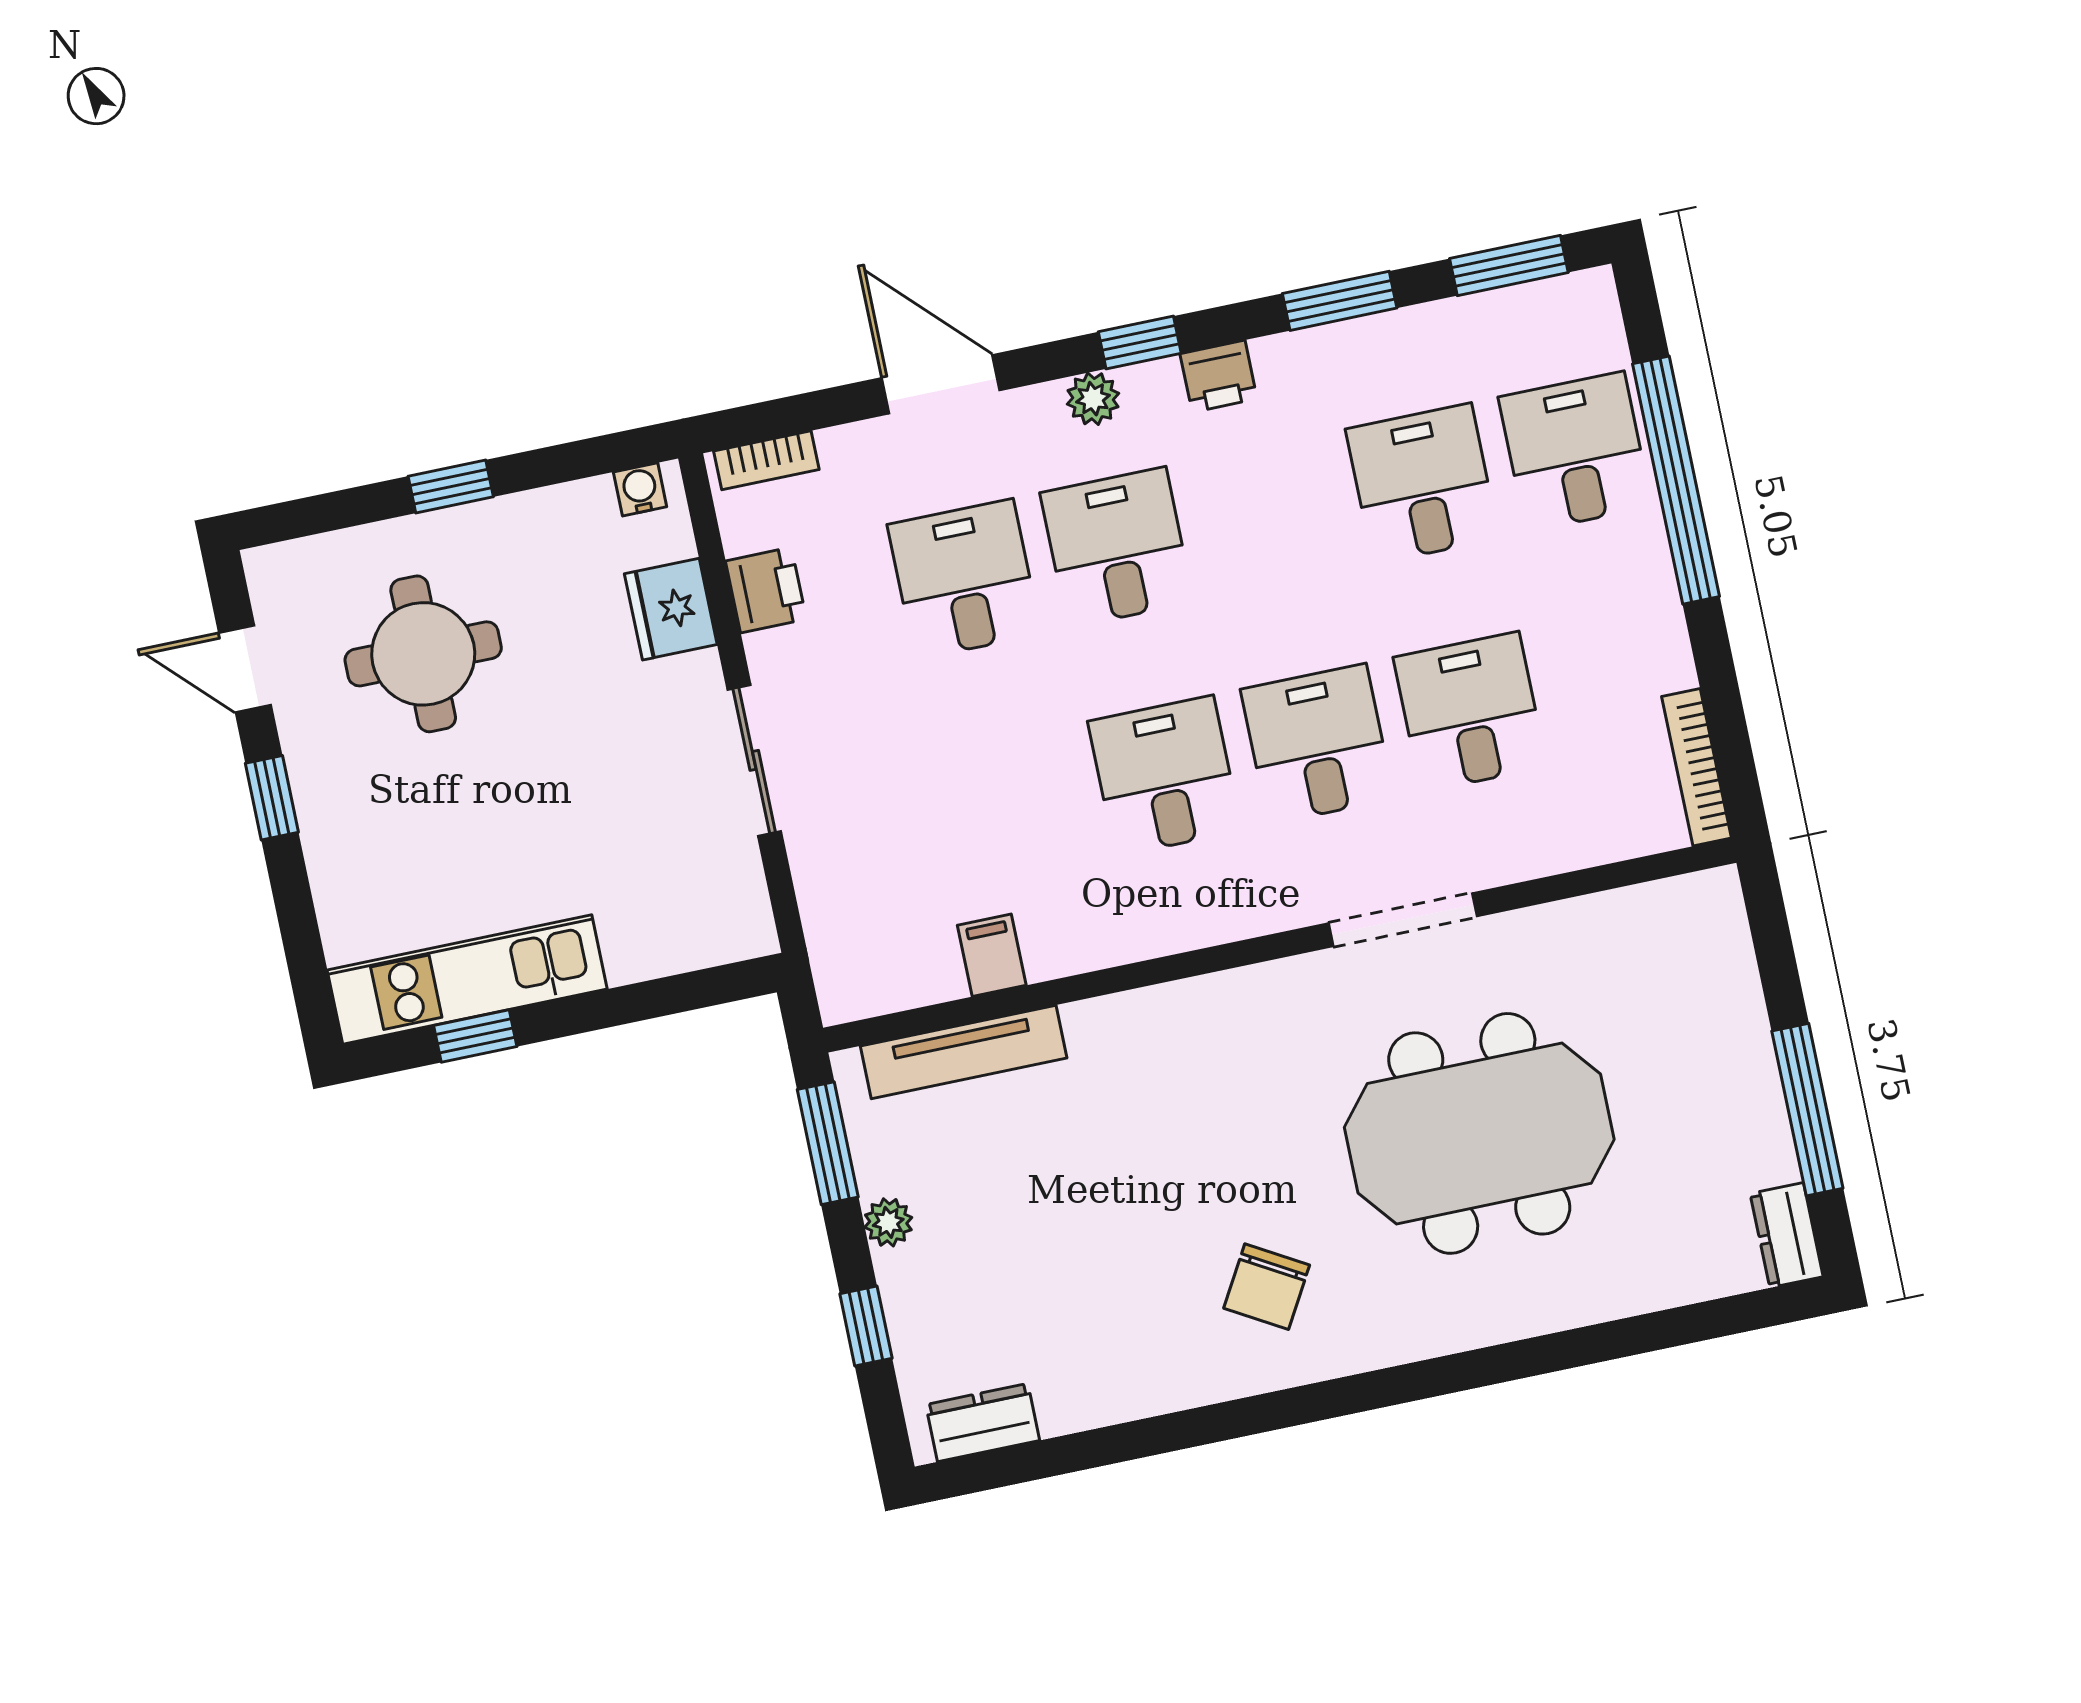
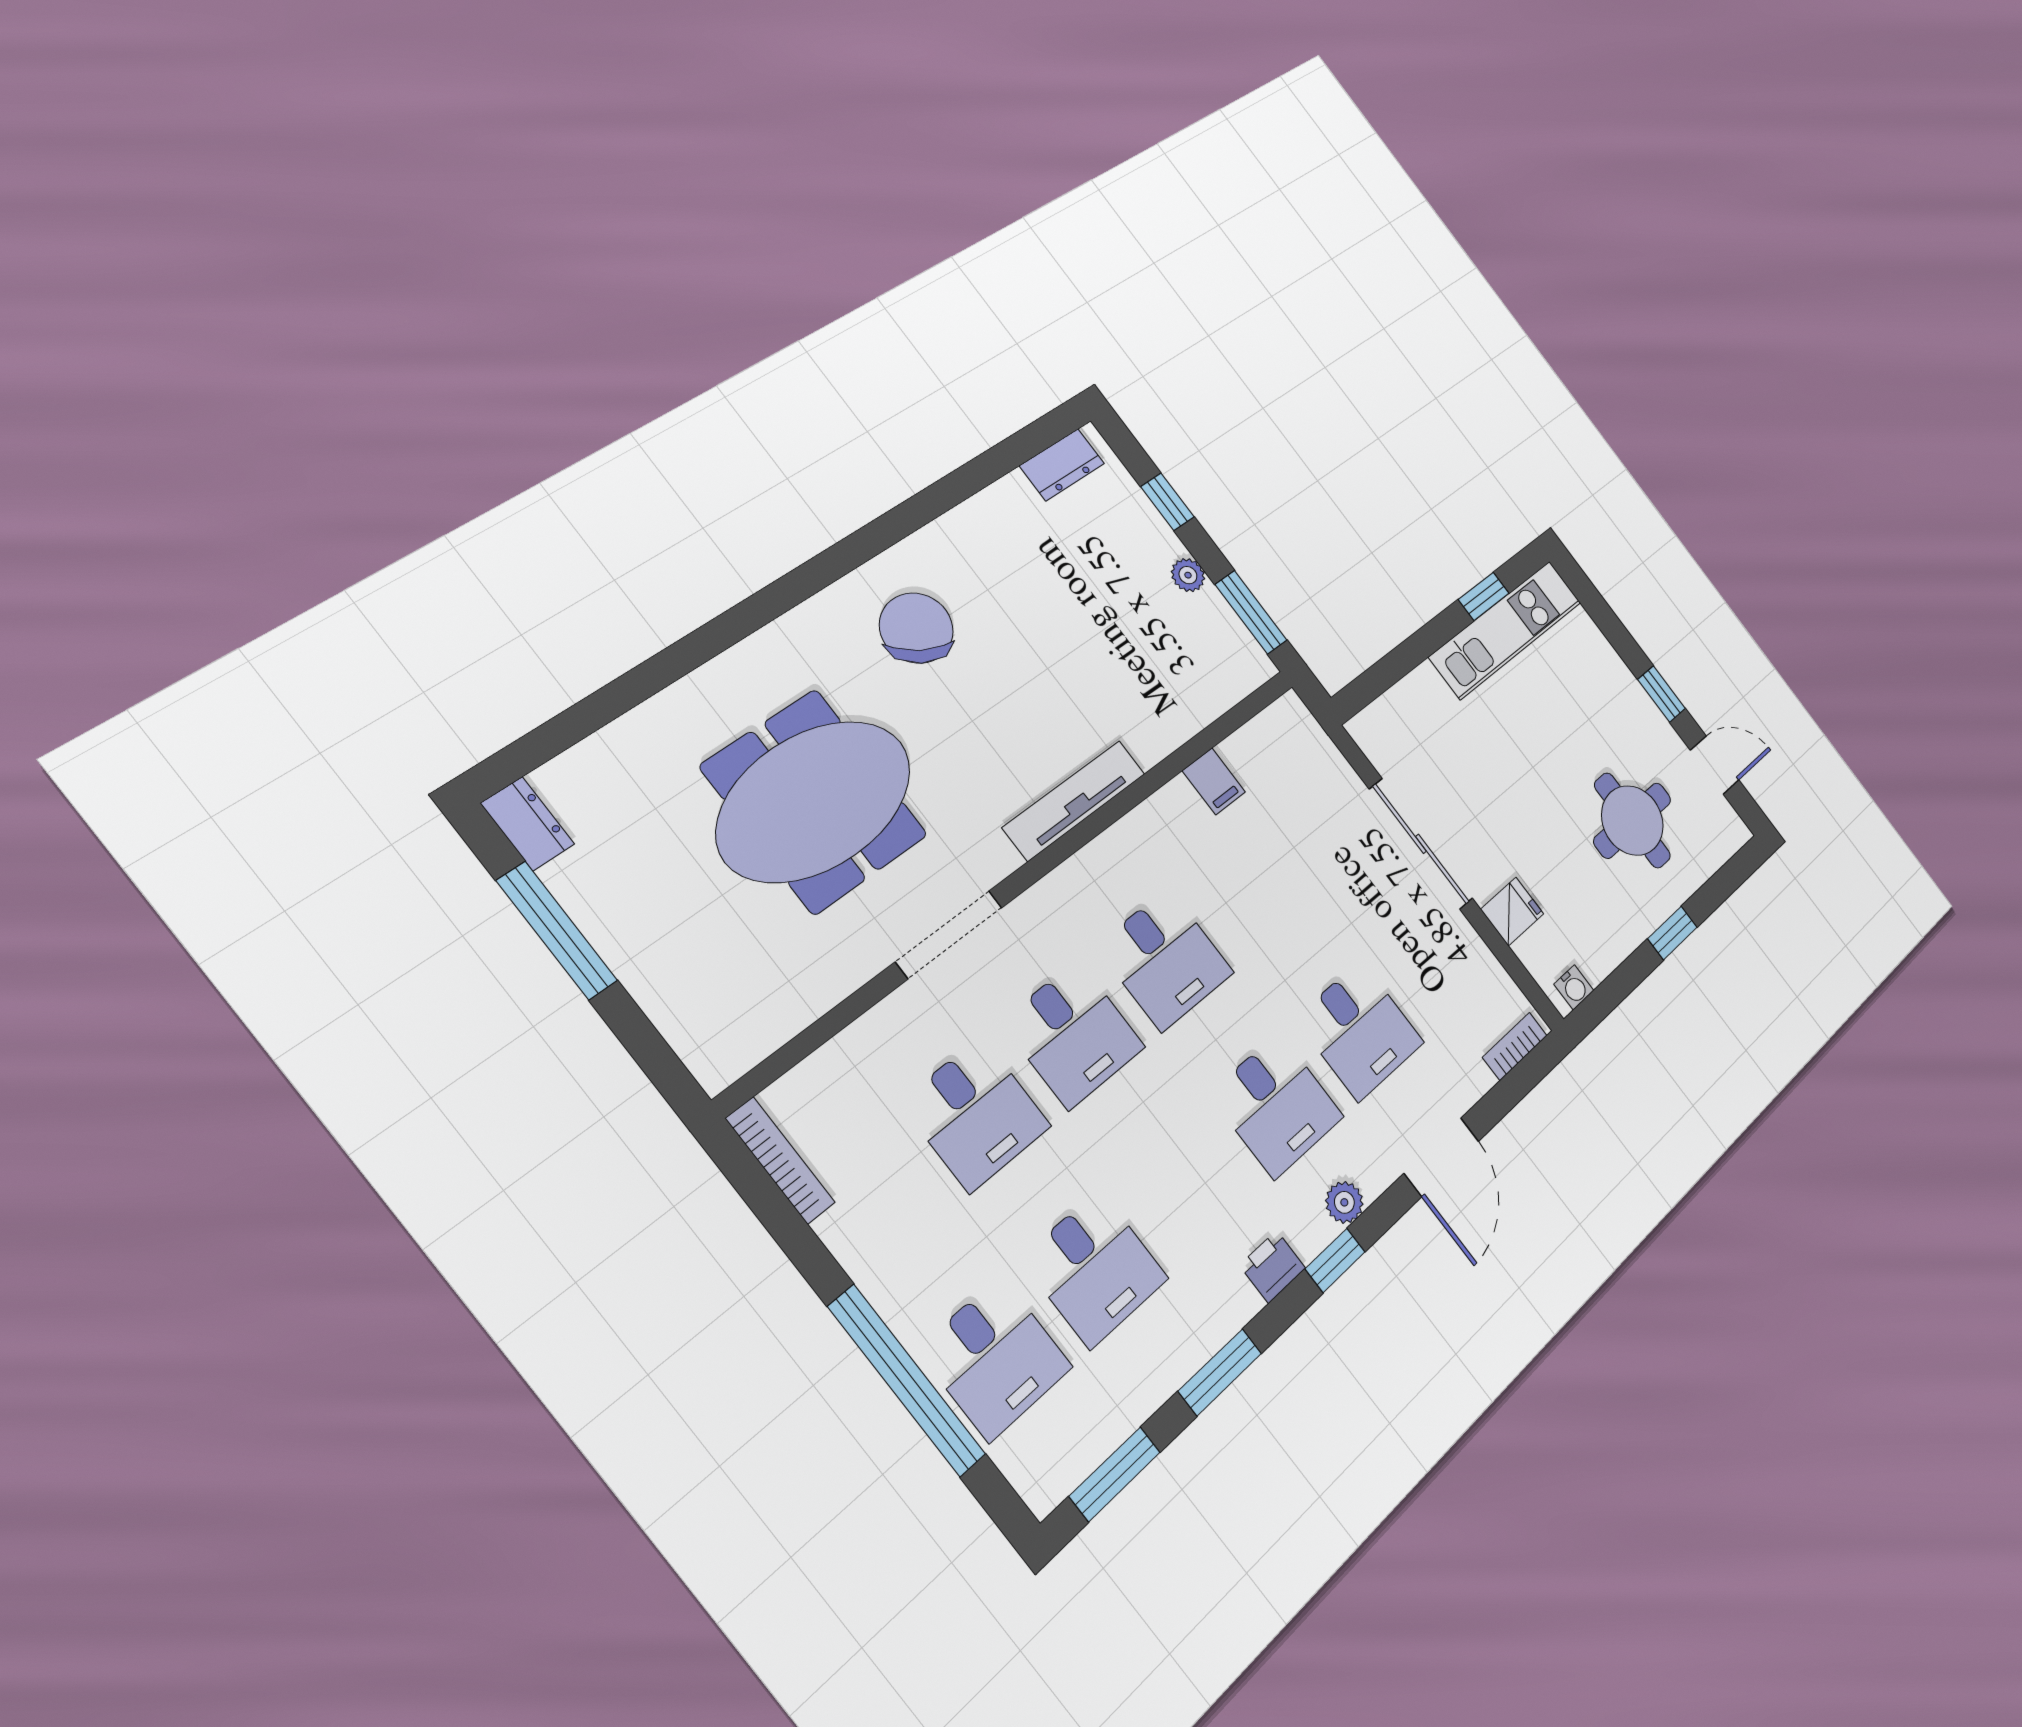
door: (941, 384) -> (1441, 1157), hinge flipped
printer: (766, 590) -> (1471, 960), removed
fridge: (671, 609) -> (1512, 911), width x0.72
sliding door: (754, 760) -> (1421, 844), width x1.37
tv unit: (964, 1052) -> (1074, 800), moved
chair: (1267, 1287) -> (916, 628), width x1.37, depth x1.37

